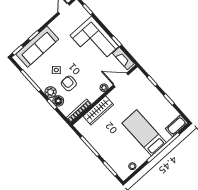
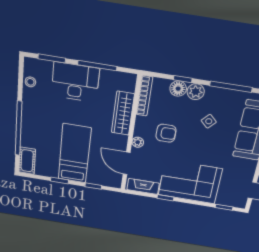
door: (121, 80) -> (127, 163), swing flipped
armchair: (69, 83) -> (166, 133), moved
bed: (144, 133) -> (74, 154), moved, turned -90
desk: (109, 147) -> (75, 82), added

